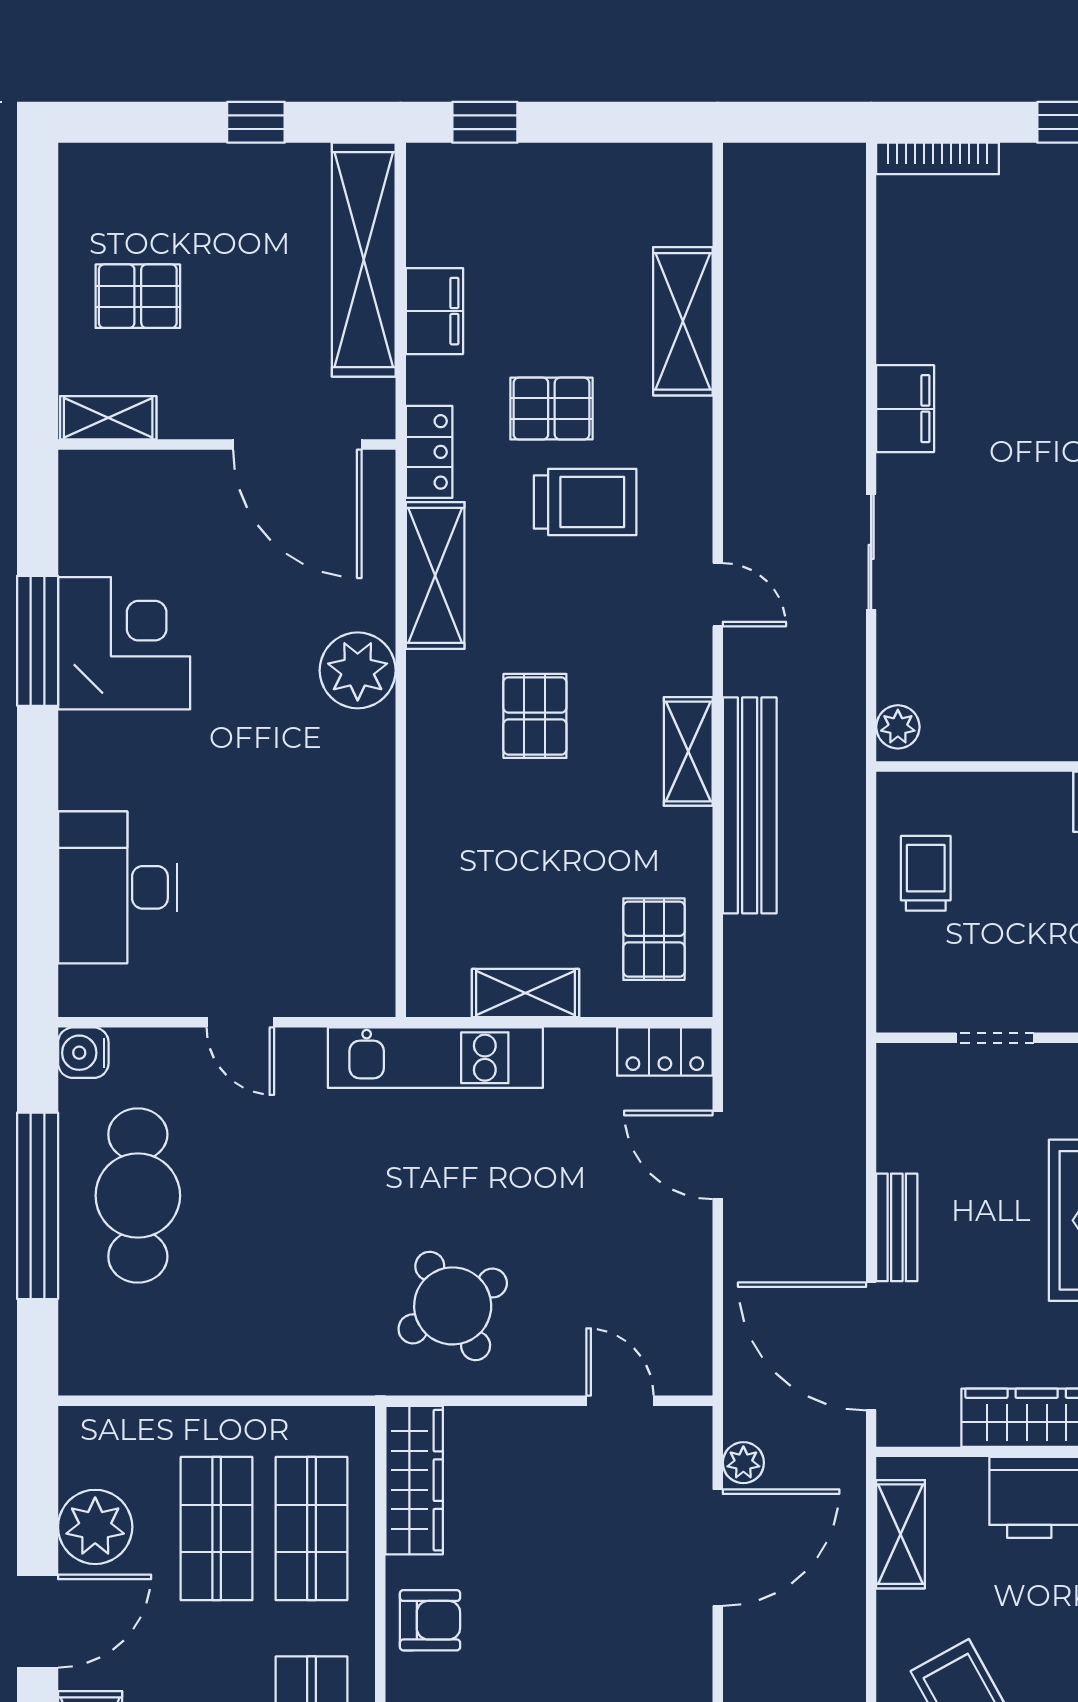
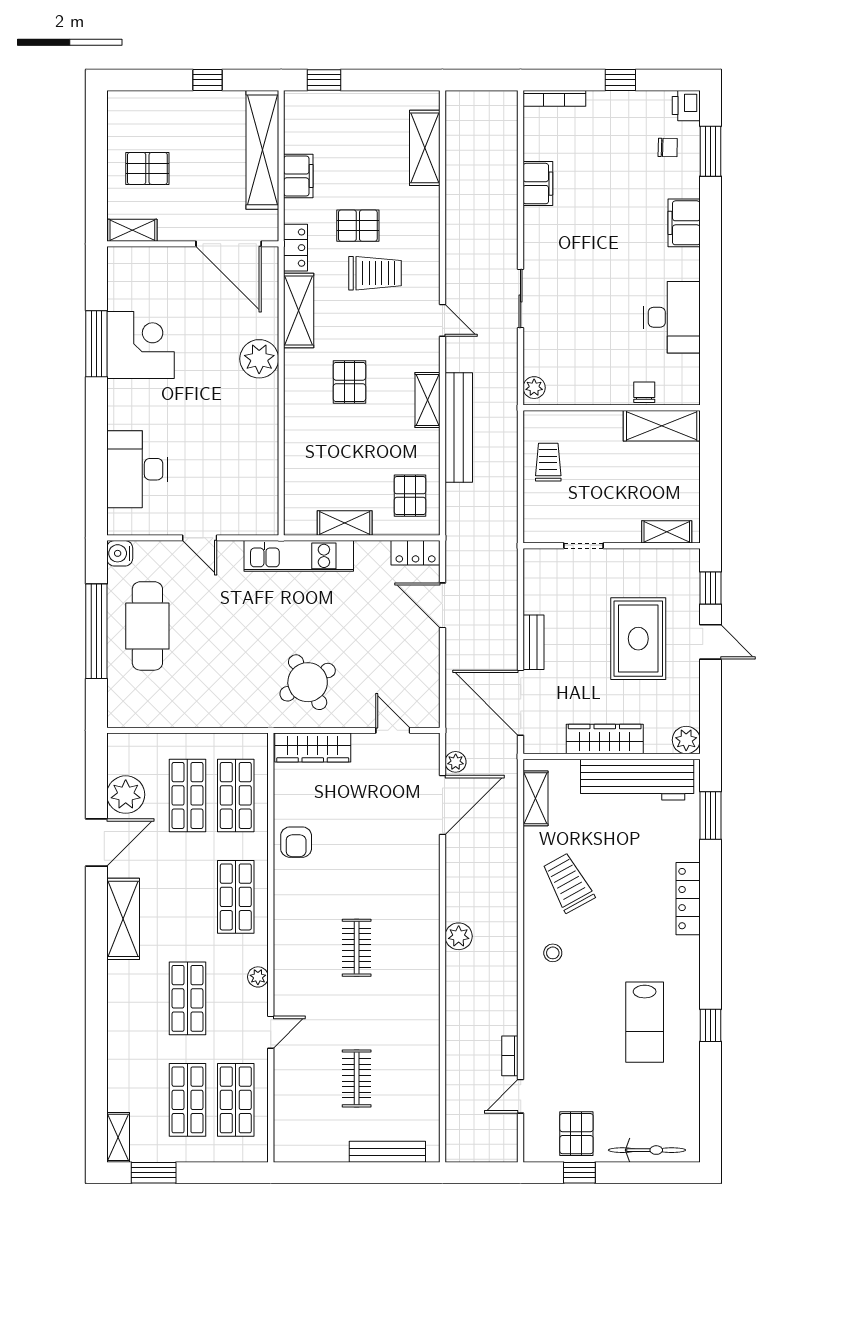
shelving: (683, 321) -> (425, 148), moved
filing cabinet: (905, 409) -> (538, 184), moved
wardrobe: (414, 1480) -> (313, 748), moved, turned 90
armchair: (430, 1620) -> (296, 842), turned 90

